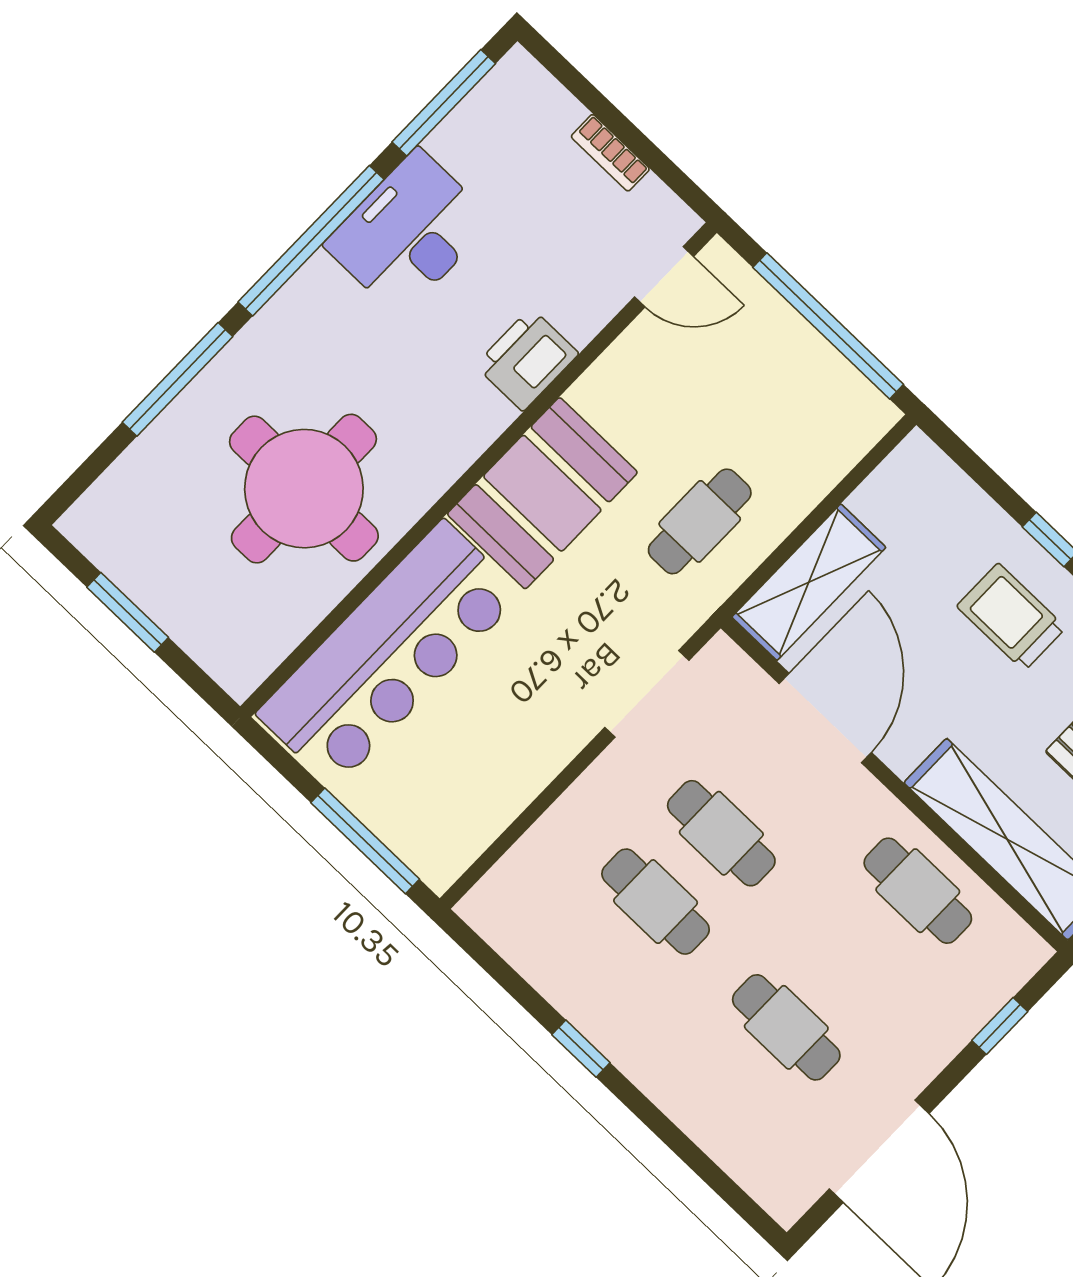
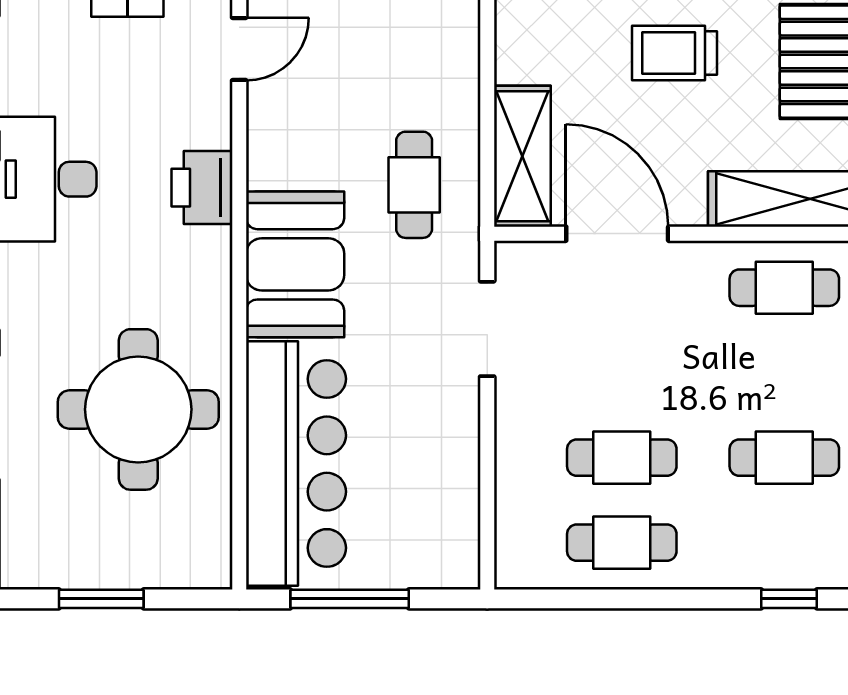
cafe table: (721, 833) -> (622, 543), moved
window: (365, 841) -> (350, 599), moved
window: (581, 1049) -> (789, 599), moved

